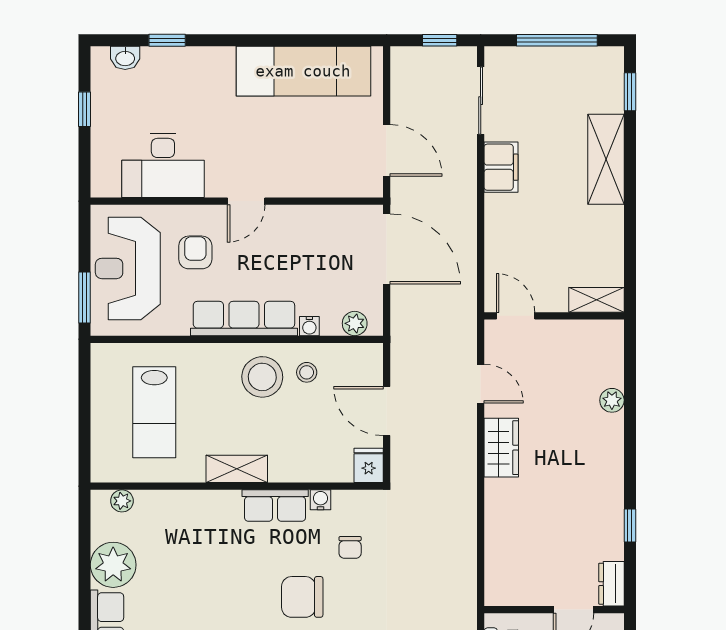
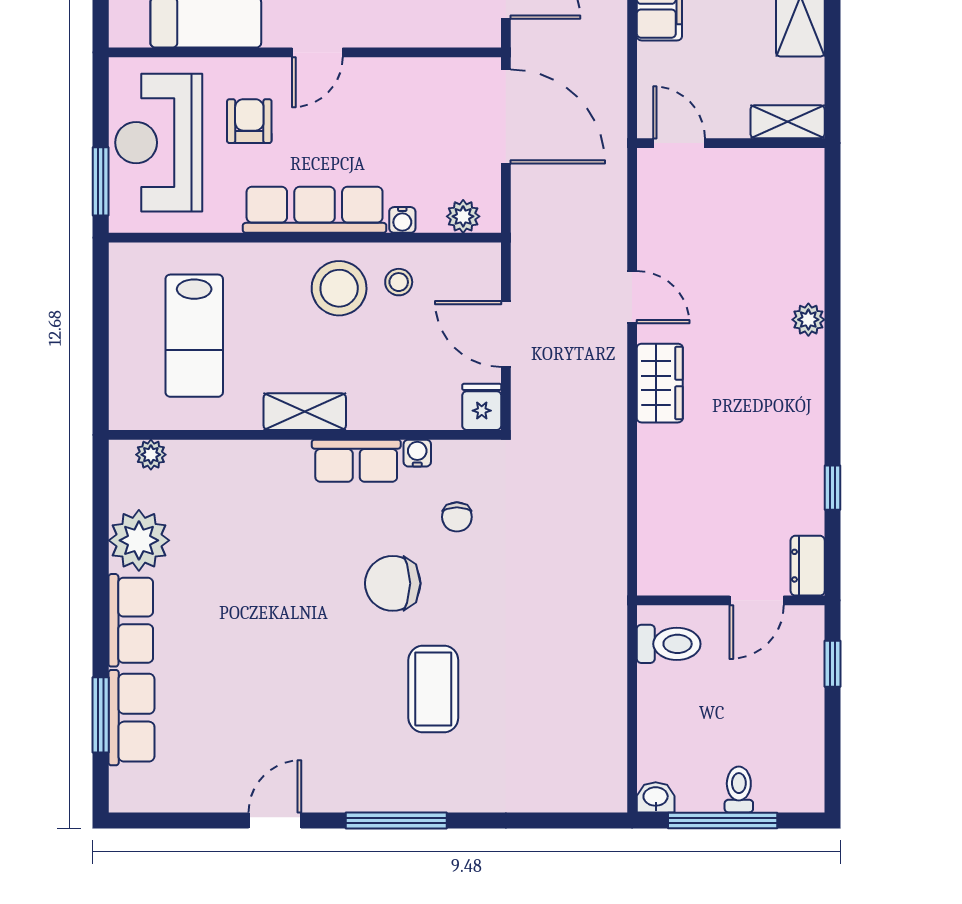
shelving: (596, 300) -> (788, 122), moved
door: (516, 316) -> (679, 143), moved
wall: (554, 316) -> (731, 143), moved

